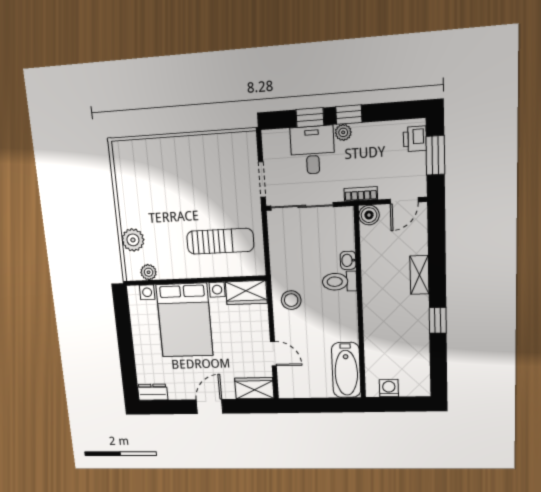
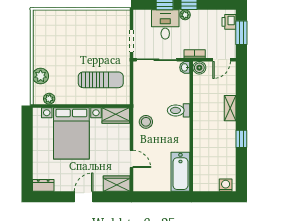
washbasin: (348, 260) -> (185, 67), moved
washing machine: (389, 388) -> (226, 185), moved

